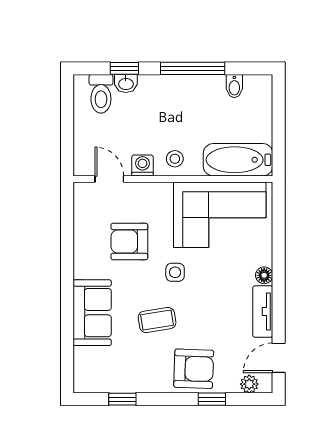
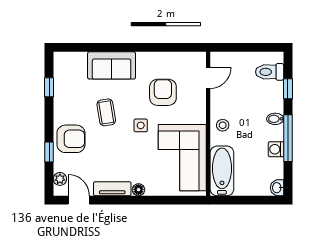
washbasin: (126, 83) -> (277, 188), moved
bidet: (234, 86) -> (275, 119), moved
washing machine: (142, 165) -> (276, 149), moved, turned 180
armchair: (194, 369) -> (71, 139), turned -92

